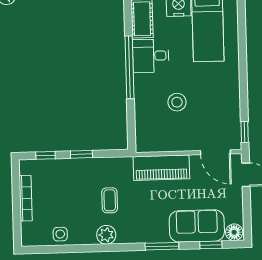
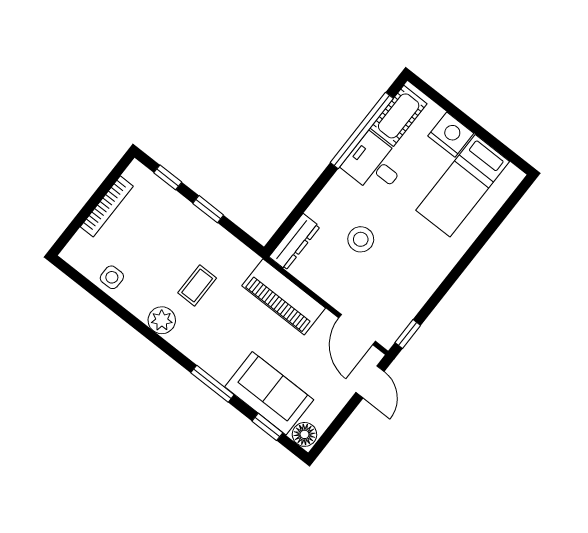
window: (130, 67) -> (362, 131), moved
dresser: (142, 133) -> (295, 242), added

